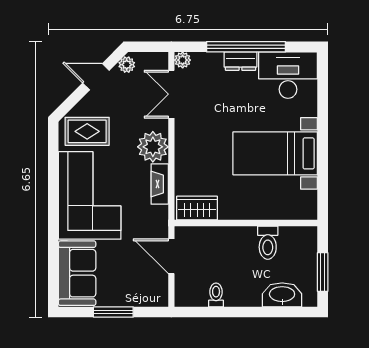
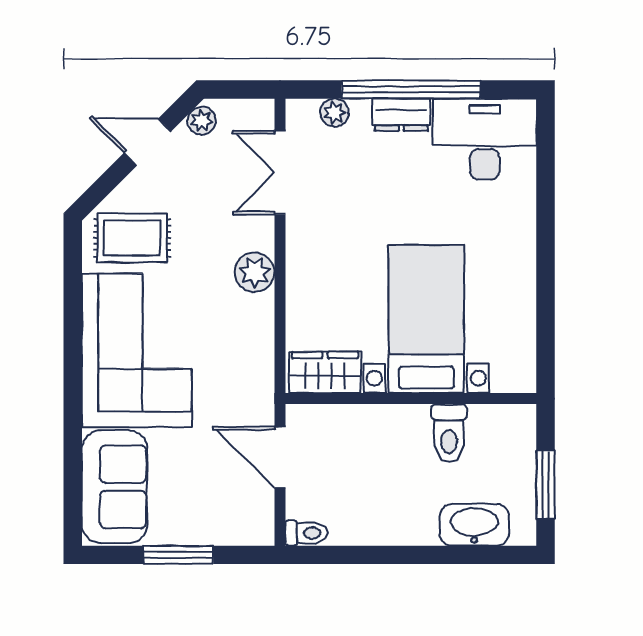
plant: (183, 60) -> (334, 113), moved
plant: (153, 147) -> (255, 272), width x0.73, depth x0.73
bed with nightstands: (275, 153) -> (426, 319), moved, turned 90
fireplace: (160, 184) -> (259, 330), removed
toilet: (216, 295) -> (306, 533), moved, turned 90

